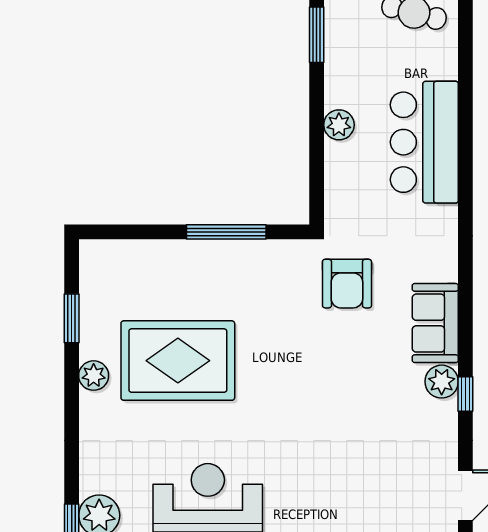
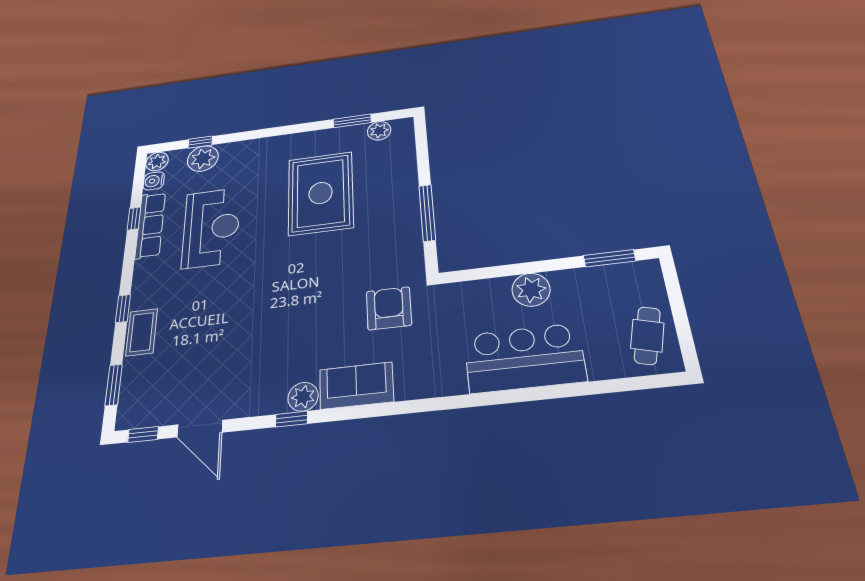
plant: (339, 125) -> (531, 290), width x1.36, depth x1.36
armchair: (347, 284) -> (389, 308), turned 90
plant: (94, 376) -> (379, 131), moved

